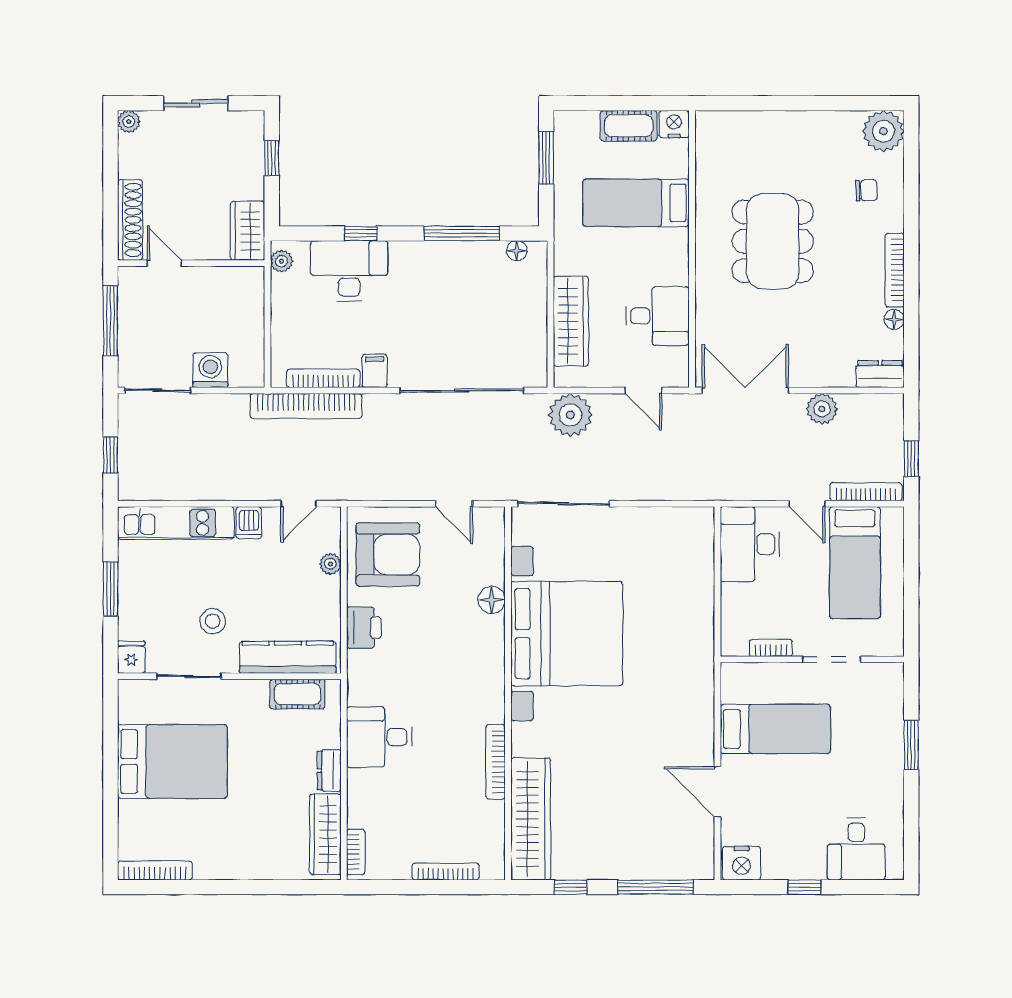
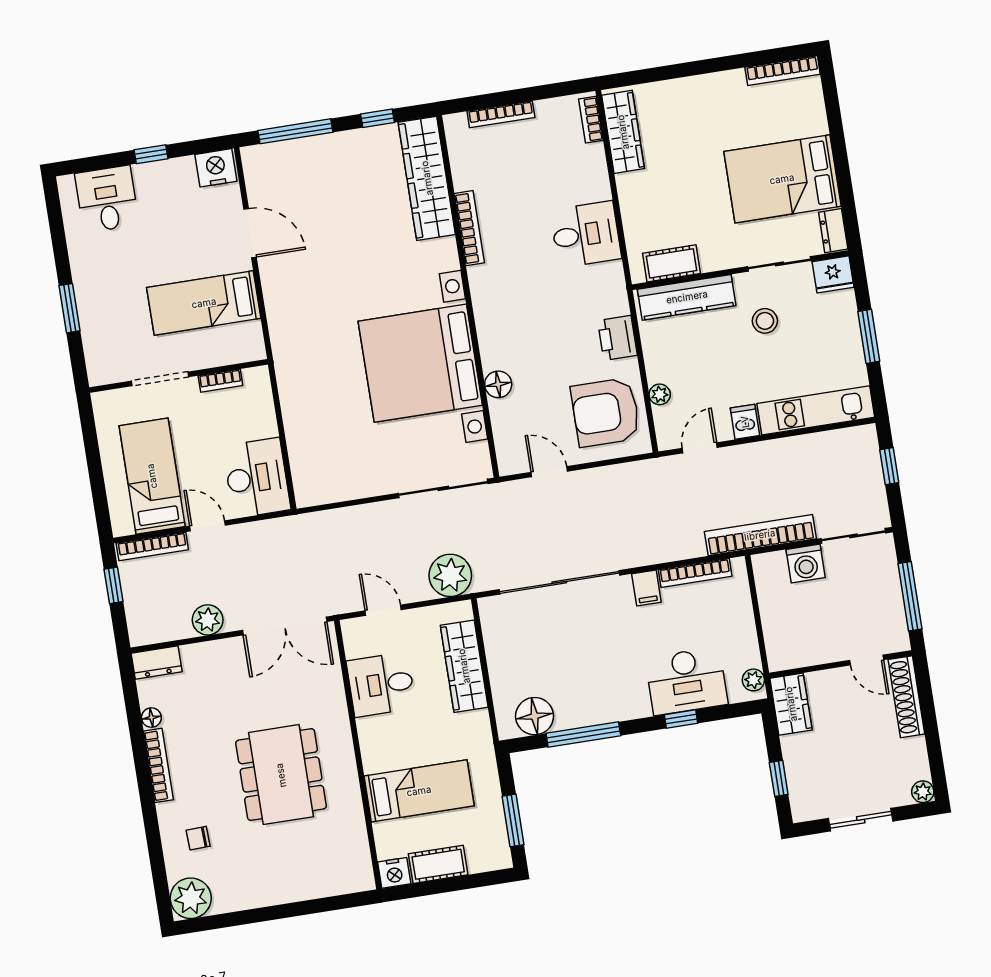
floor lamp: (517, 251) -> (535, 716), width x1.89, depth x1.89
bookcase: (306, 406) -> (760, 535), moved
fridge: (131, 657) -> (833, 274), width x1.38
dresser: (329, 770) -> (833, 231), moved, turned 180

